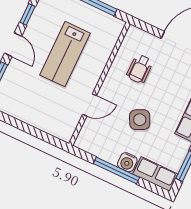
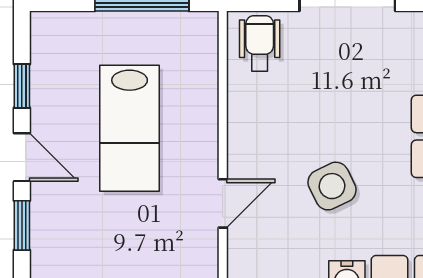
wheelchair: (140, 69) -> (260, 43), moved, turned 180

